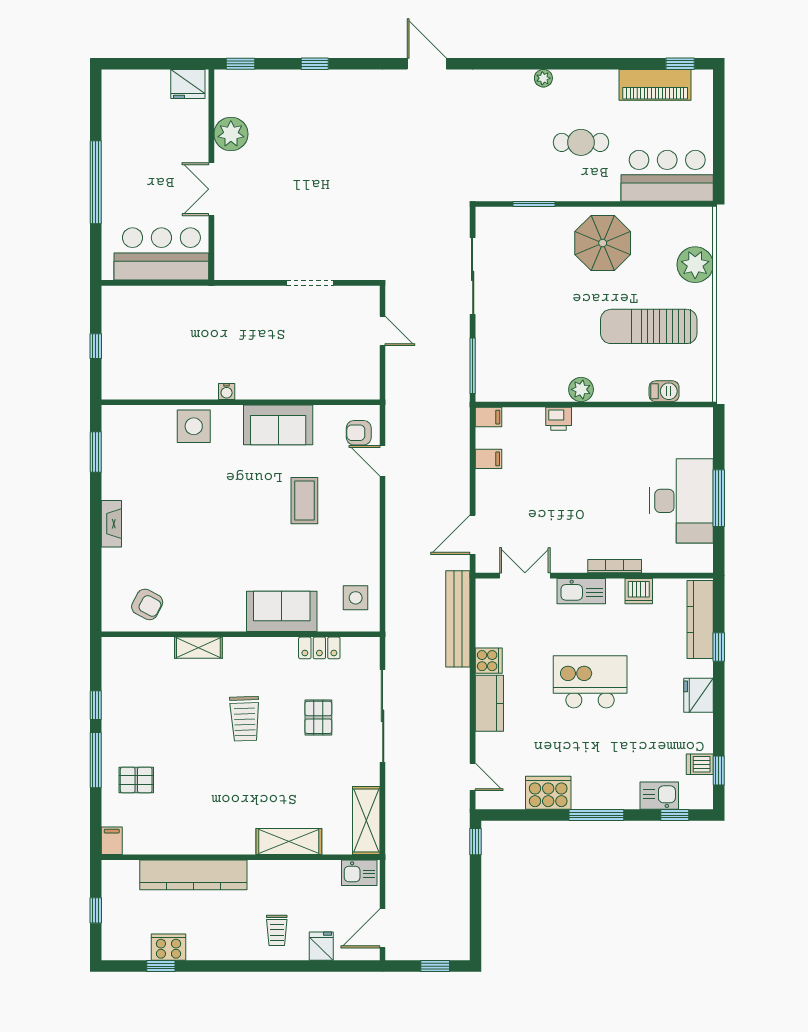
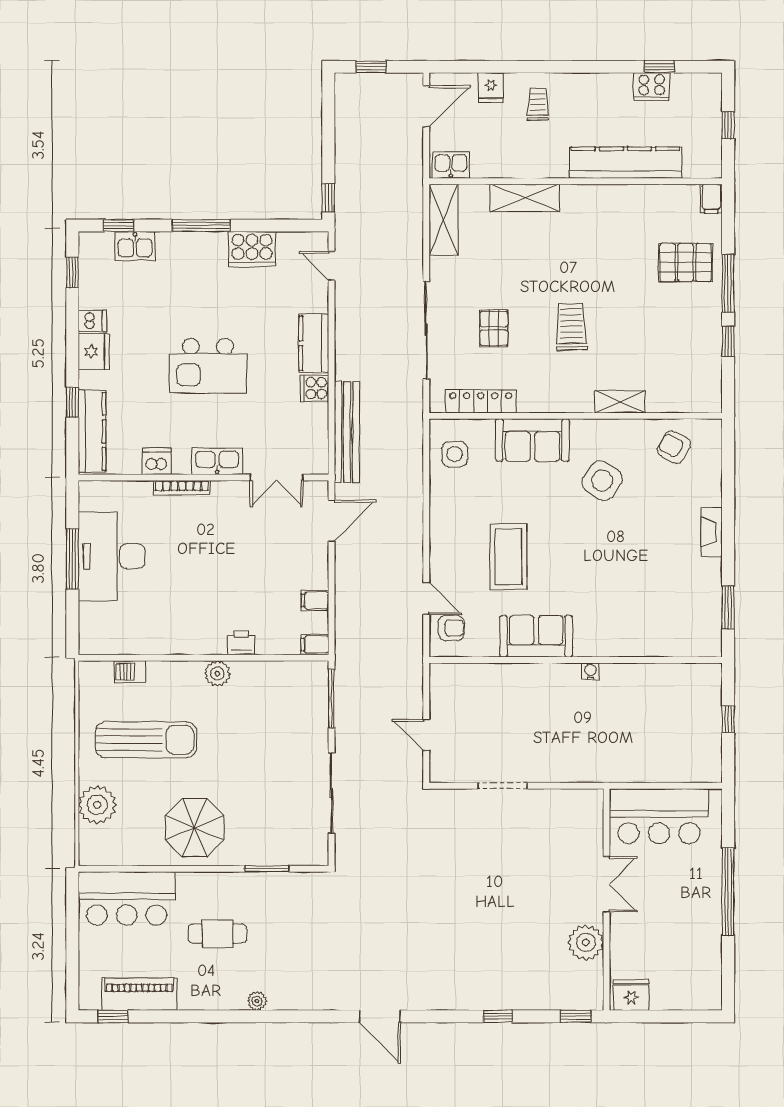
side table: (194, 426) -> (602, 481), moved, turned 34
coffee table: (304, 501) -> (508, 557), width x1.36, depth x1.32
locker: (319, 648) -> (481, 401), width x1.53
dishwasher: (700, 764) -> (92, 321), moved
pallet: (136, 780) -> (685, 262), width x1.50, depth x1.42

